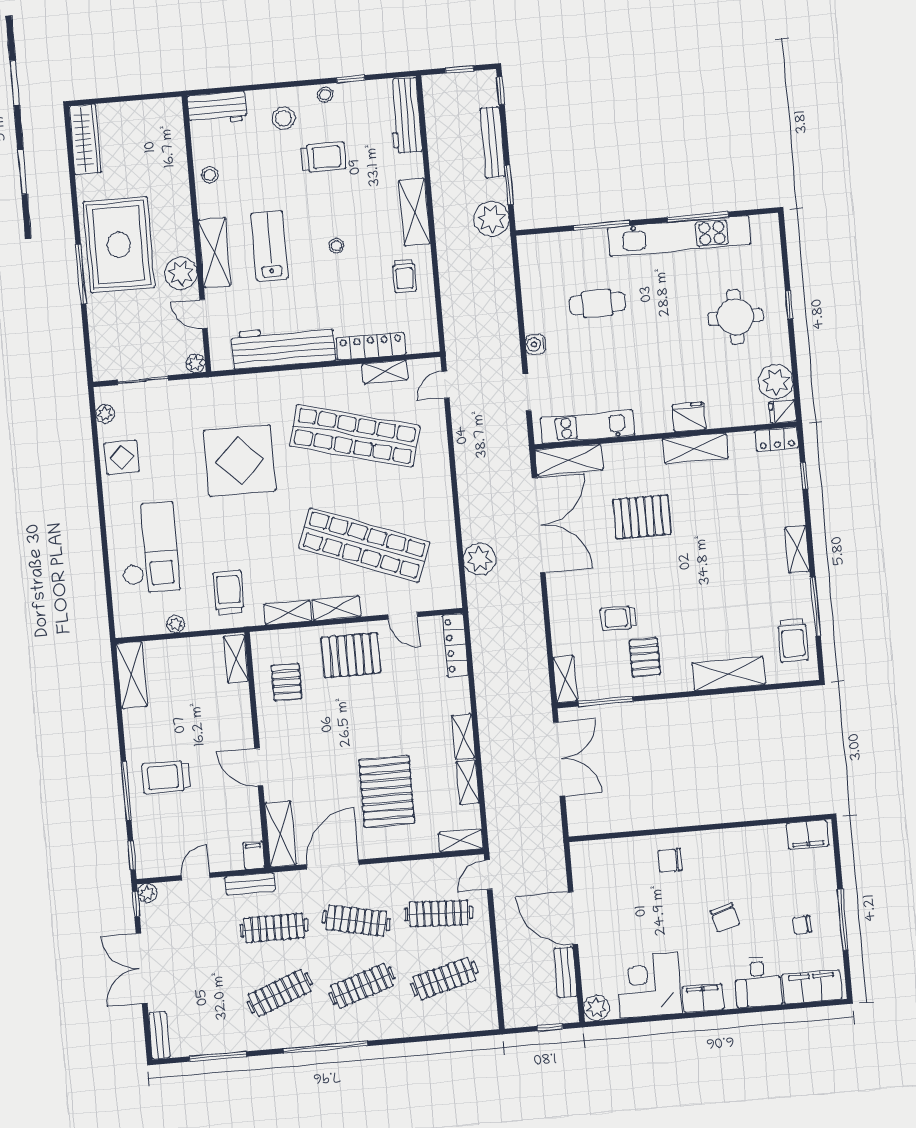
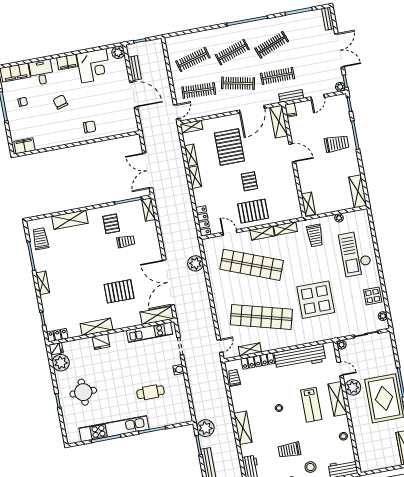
trolley: (404, 276) -> (234, 378), moved
pallet: (287, 682) -> (249, 181), moved

